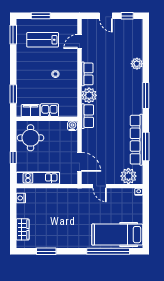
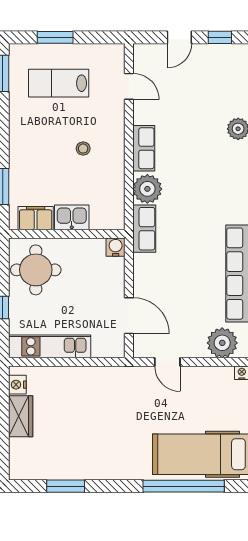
door: (106, 16) -> (179, 37), hinge flipped
door: (79, 41) -> (129, 86), swing flipped
wardrobe: (23, 229) -> (21, 416), moved

